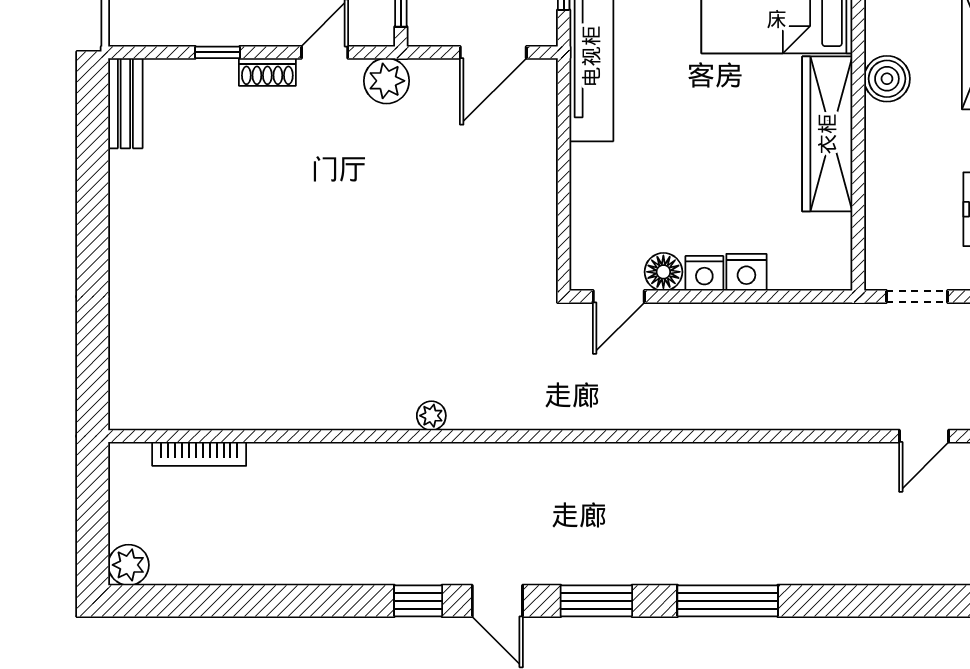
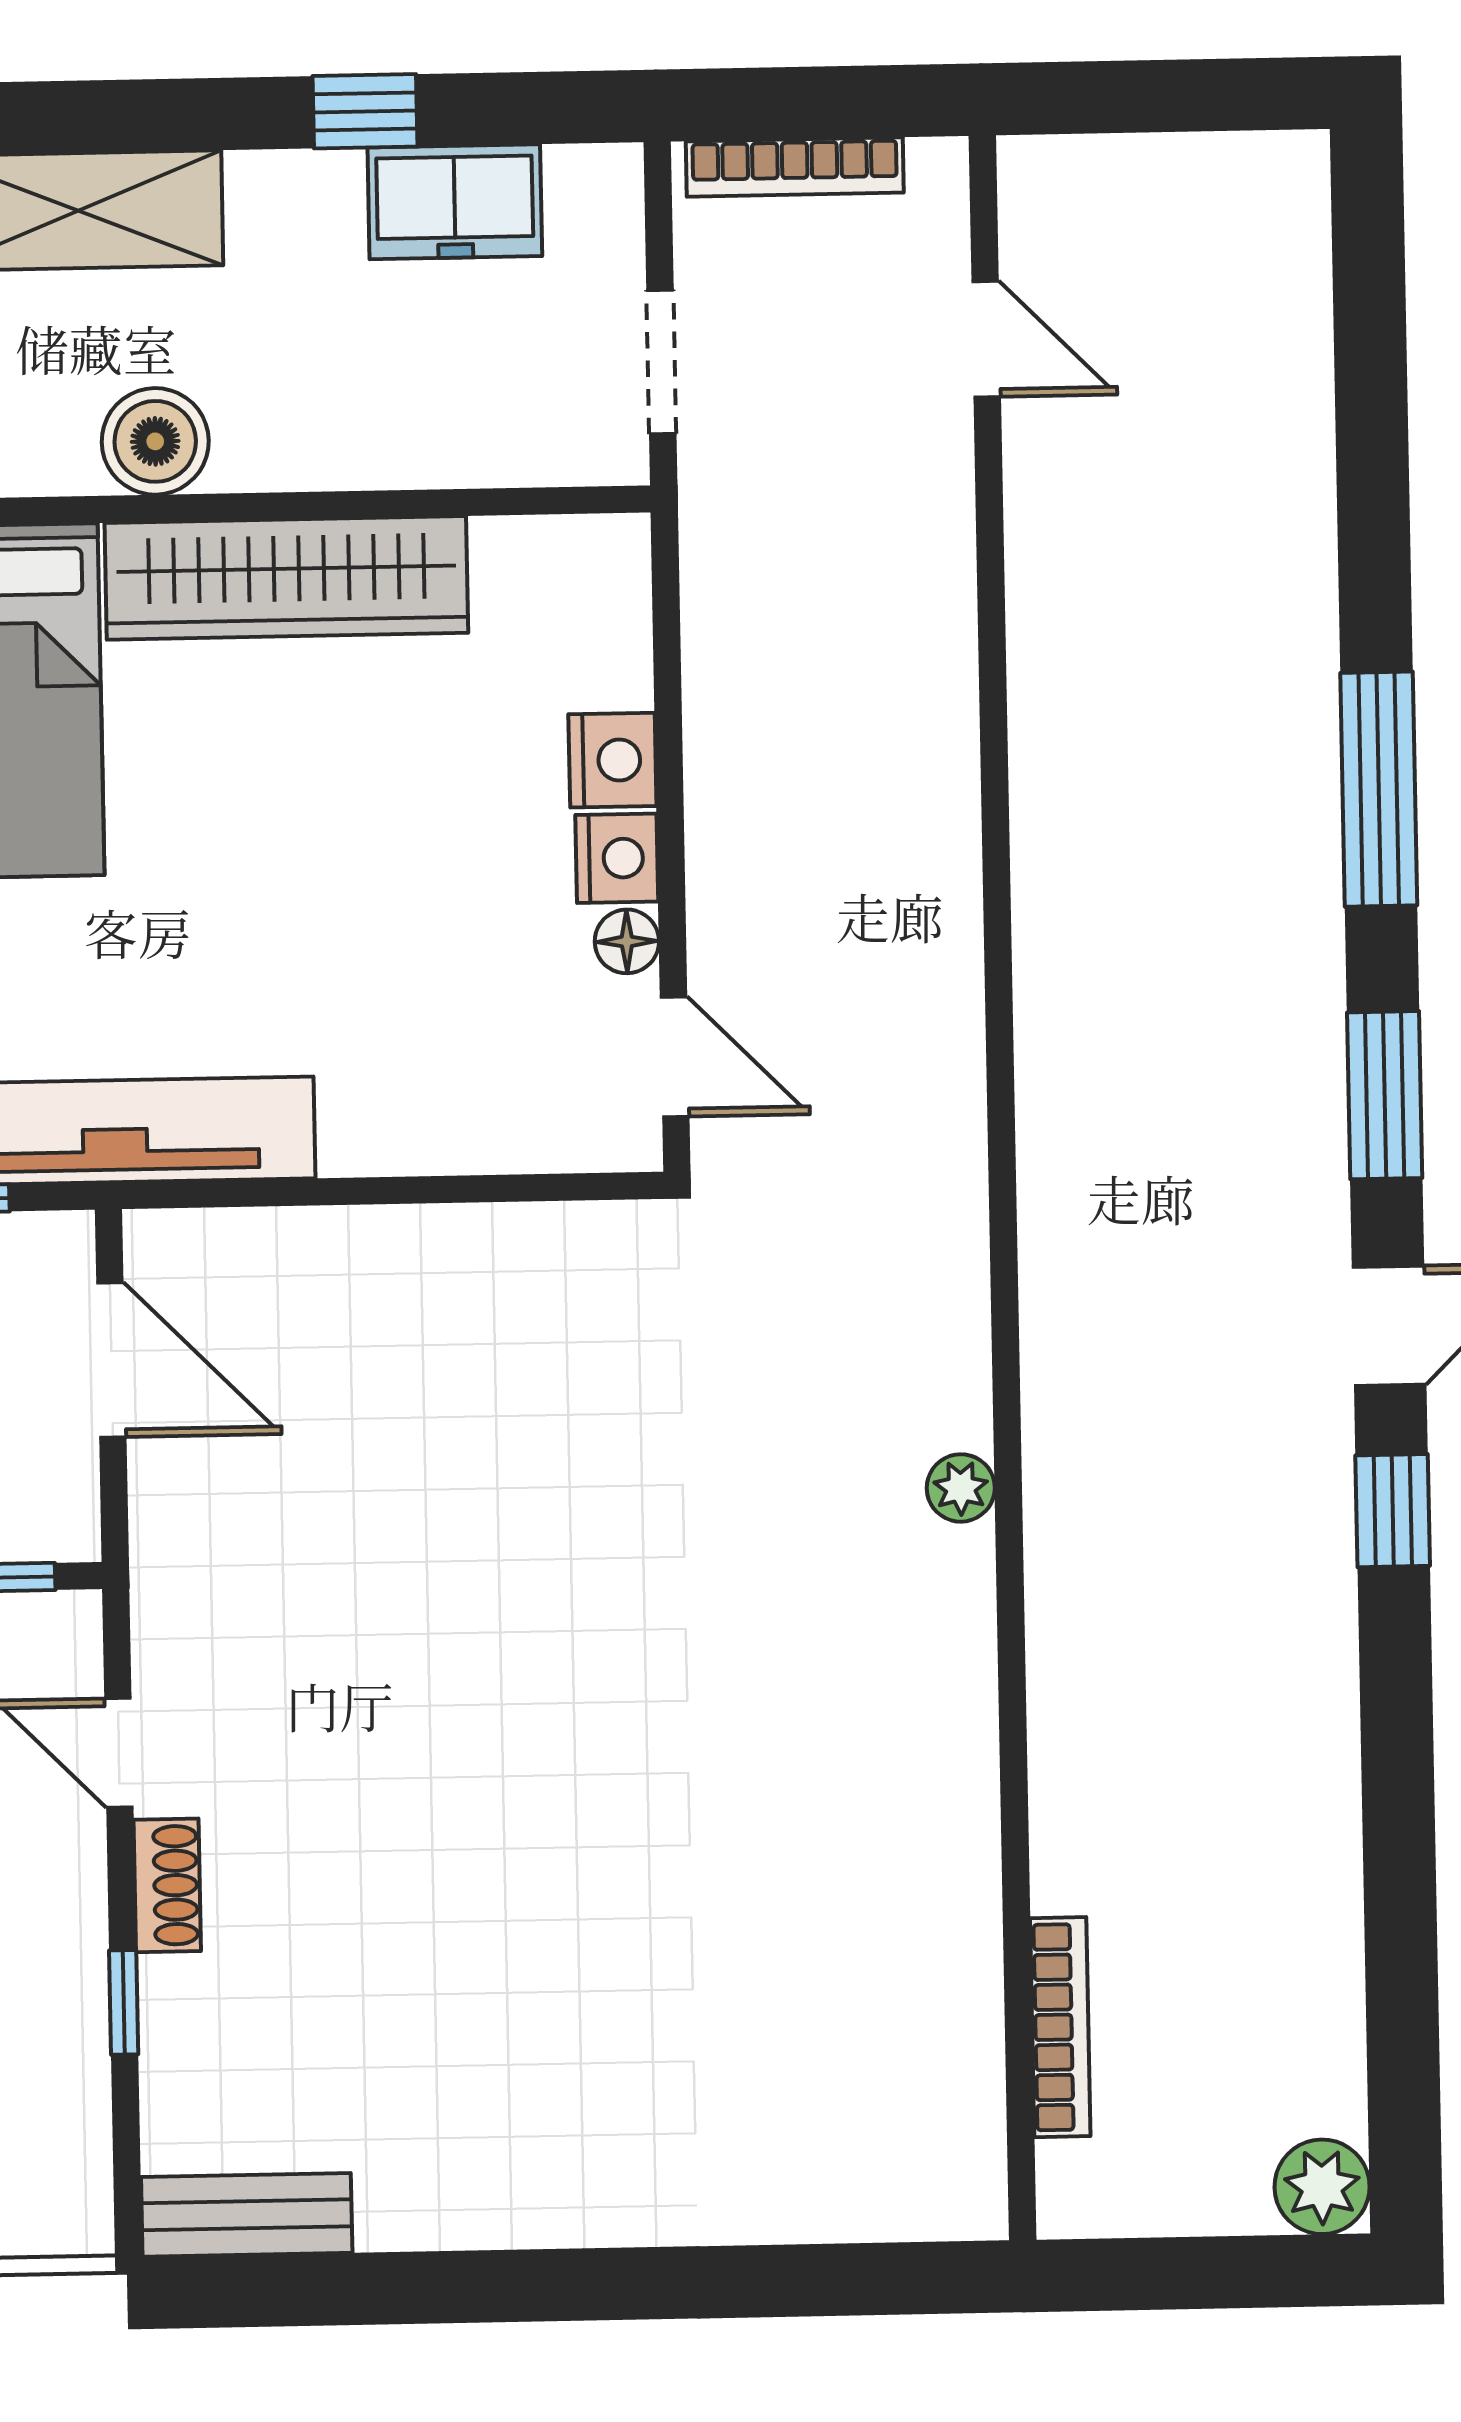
plant: (387, 81) -> (183, 1607), removed
floor lamp: (663, 272) -> (627, 941), width x0.73, depth x0.73

